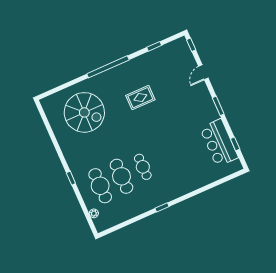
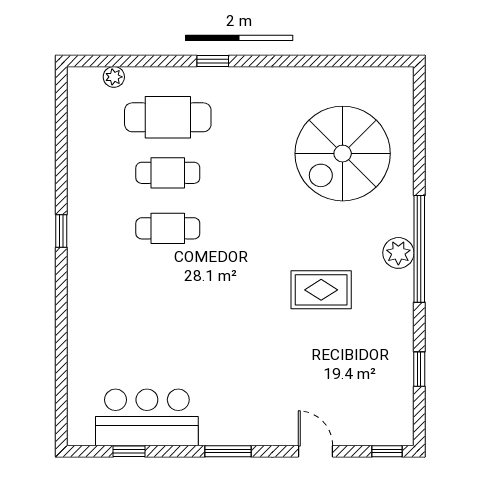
plant: (113, 74) -> (398, 253), added
rug: (140, 98) -> (321, 290), turned 90
cafe table: (121, 176) -> (168, 173), width x0.73, depth x0.74

